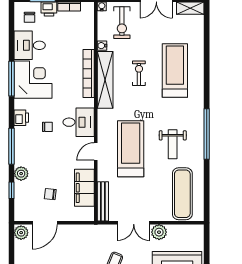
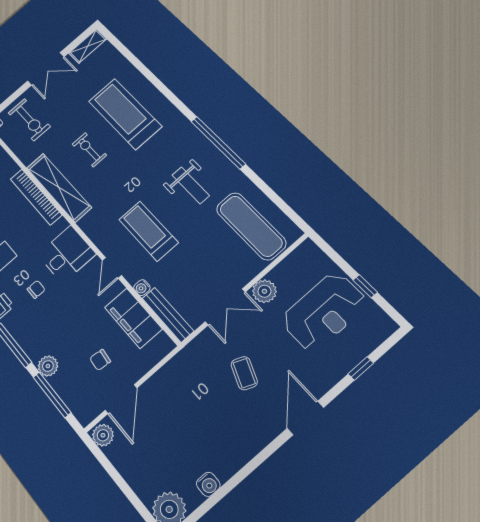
water cooler: (102, 46) -> (142, 288), moved
treadmill: (131, 149) -> (148, 231), width x0.73, depth x0.73
window: (12, 190) -> (52, 395), width x2.17

